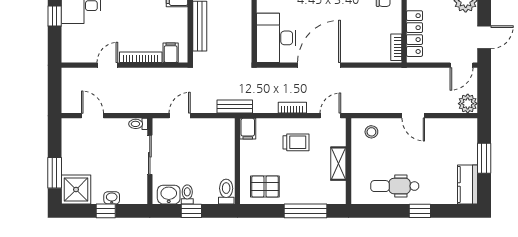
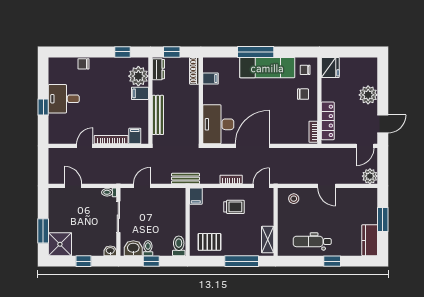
shelving: (338, 164) -> (268, 240), moved
washbasin: (112, 198) -> (110, 251), moved

